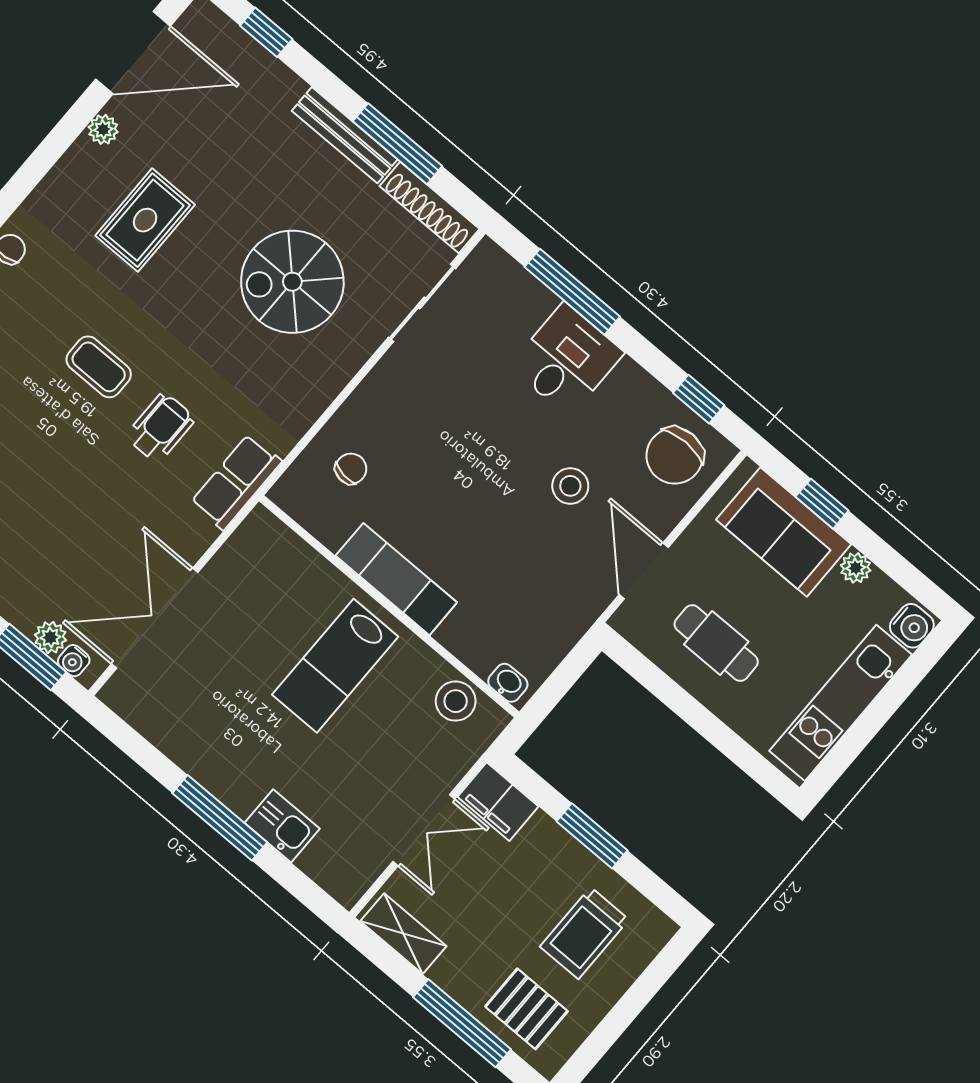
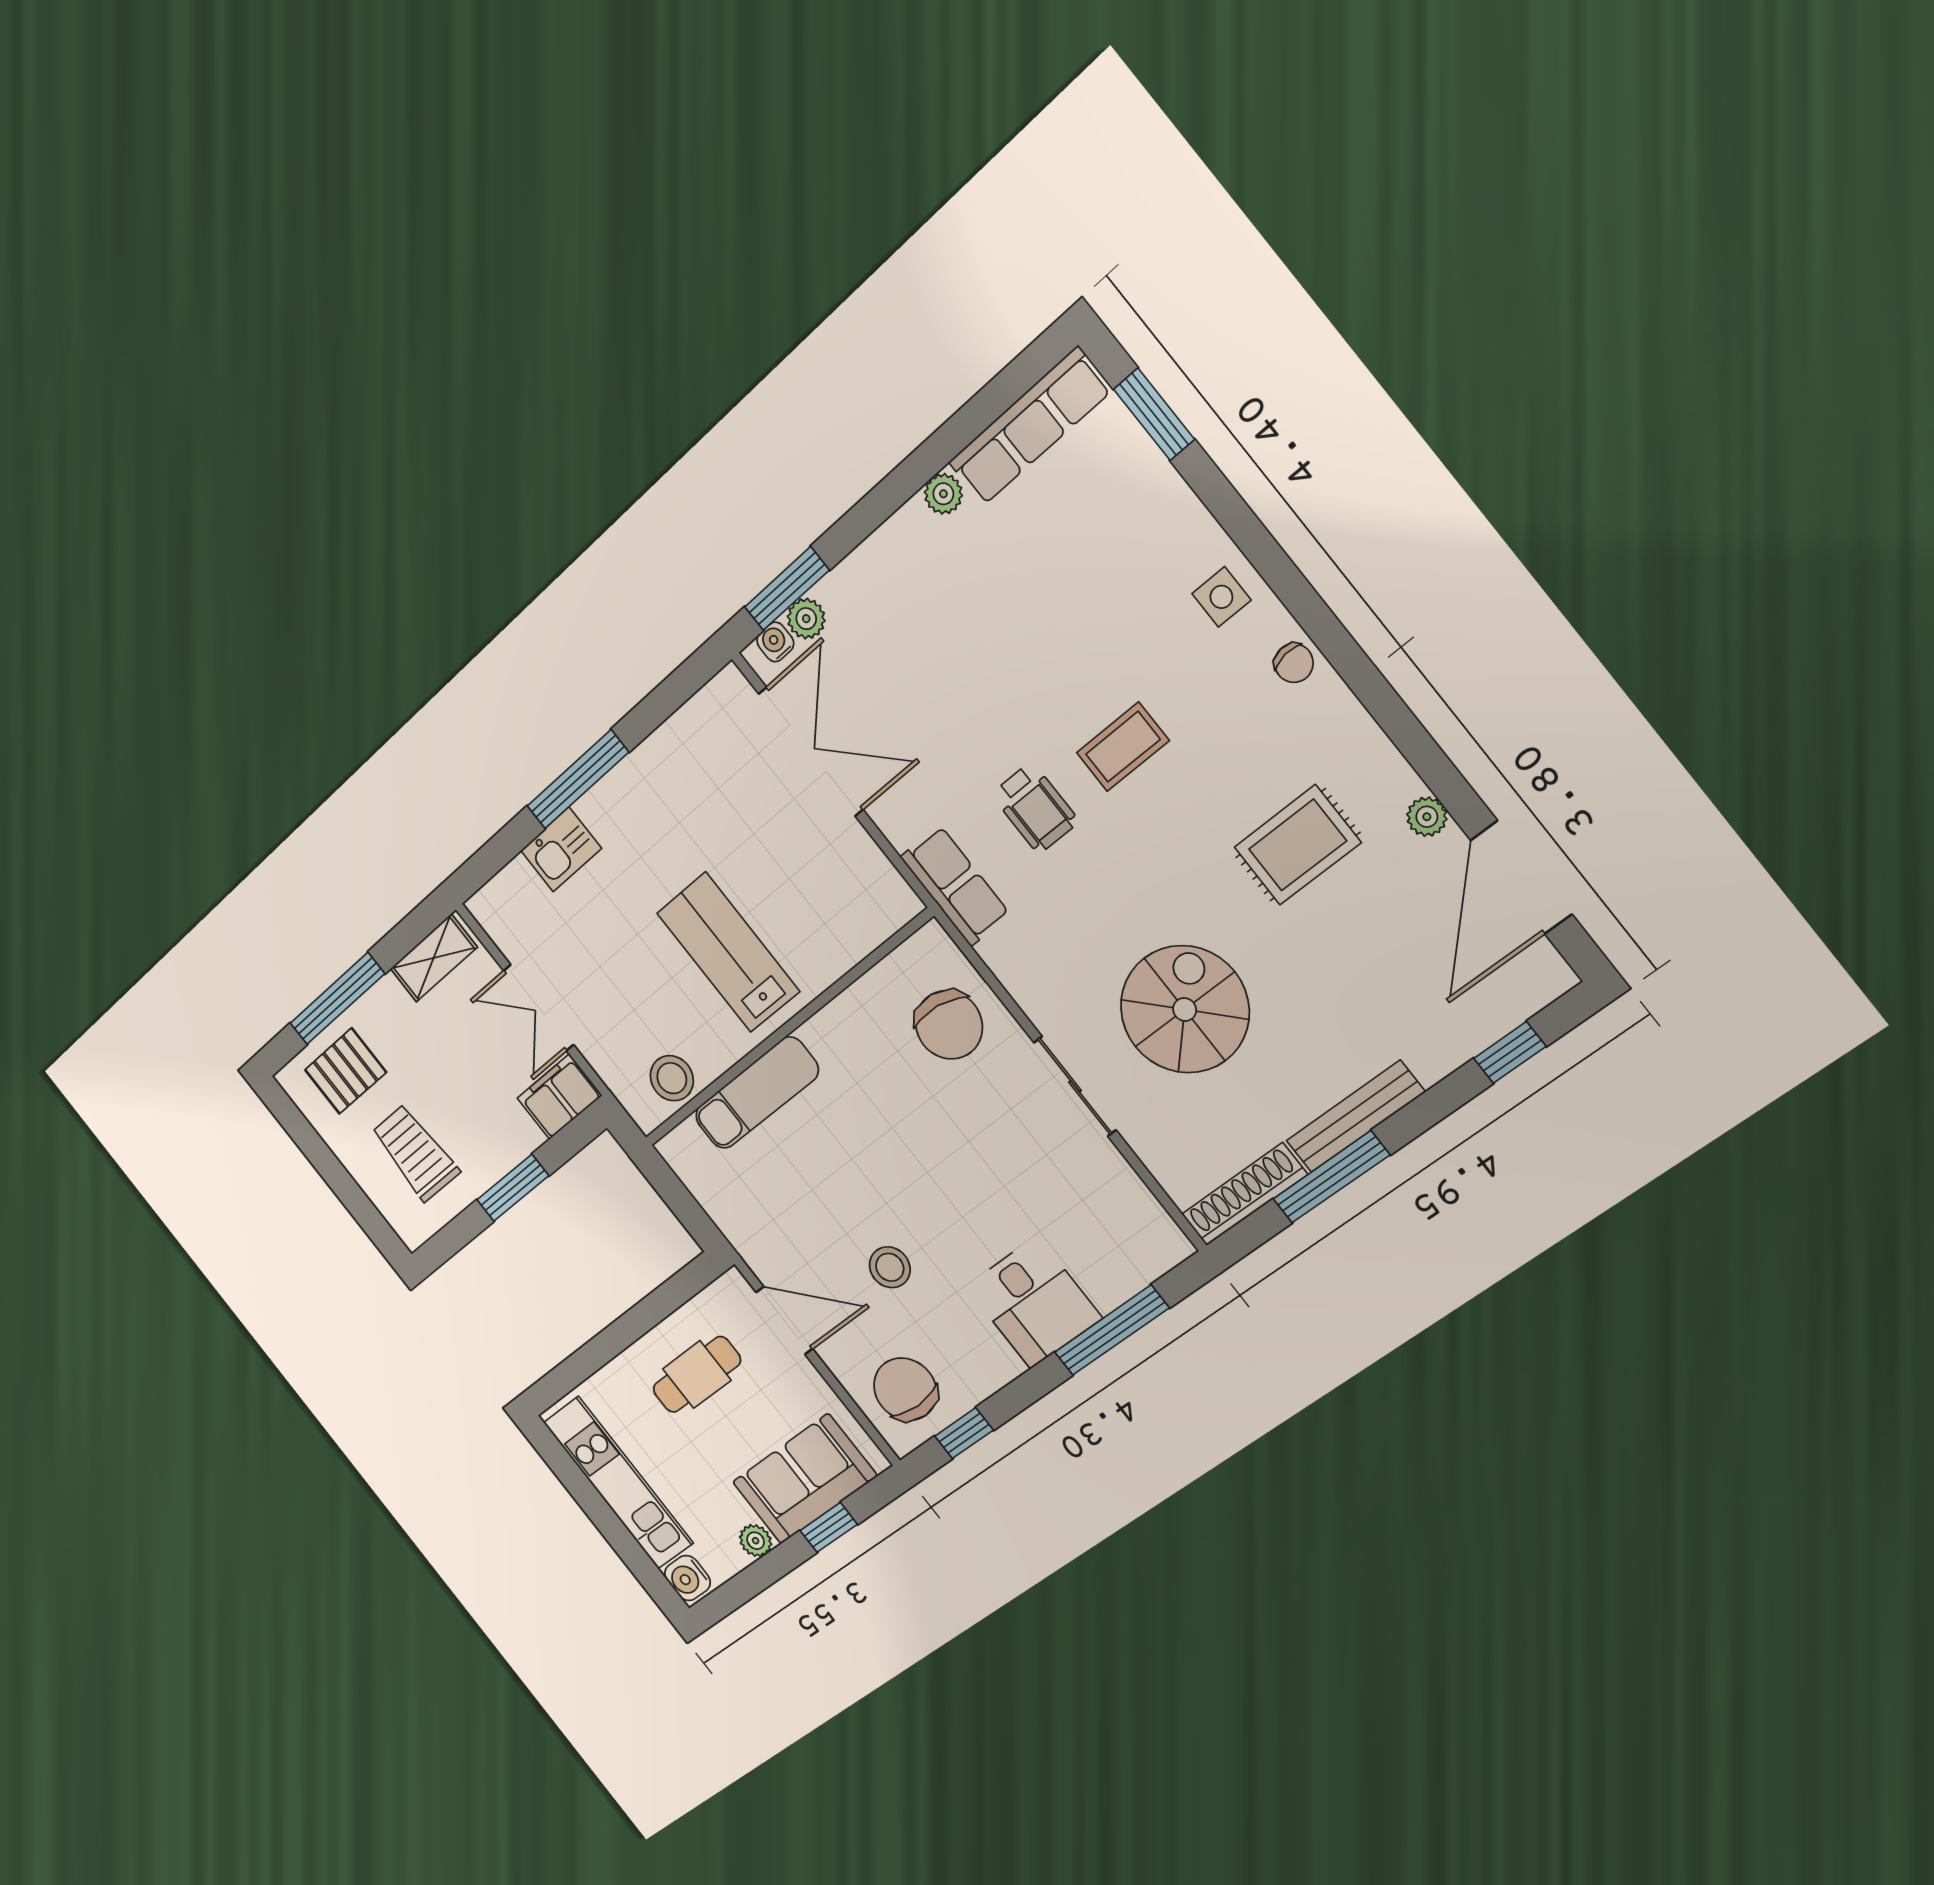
rug: (145, 220) -> (1298, 845), turned 90
sliding door: (422, 303) -> (1075, 1086), moved
chair: (351, 469) -> (949, 1025), width x1.87, depth x1.87
exam couch: (396, 579) -> (757, 1093), moved
washbasin: (508, 683) -> (684, 1141), removed

